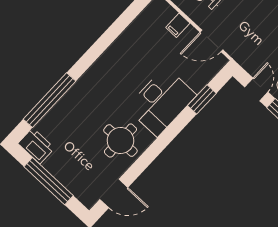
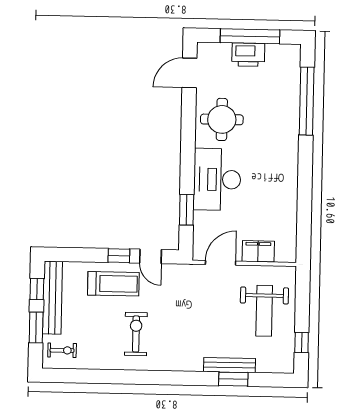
filing cabinet: (178, 25) -> (258, 251), width x2.00
printer: (36, 146) -> (248, 55), moved

